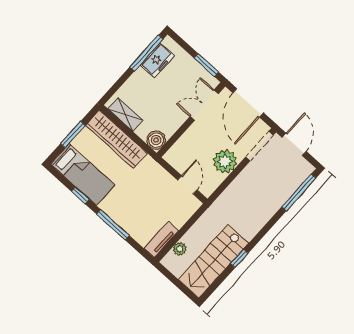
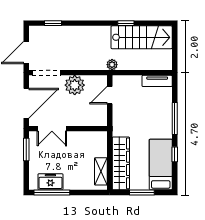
boiler: (156, 140) -> (100, 139), removed
window: (299, 192) -> (53, 23), width x0.46
plant: (180, 249) -> (112, 65), moved

